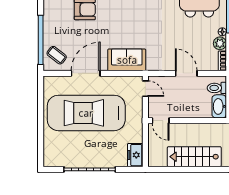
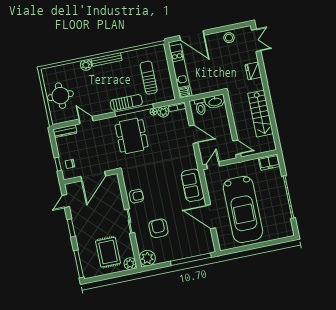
coffee table: (57, 55) -> (201, 244), removed
door: (186, 73) -> (194, 134), swing flipped
door: (161, 121) -> (237, 147), hinge flipped

